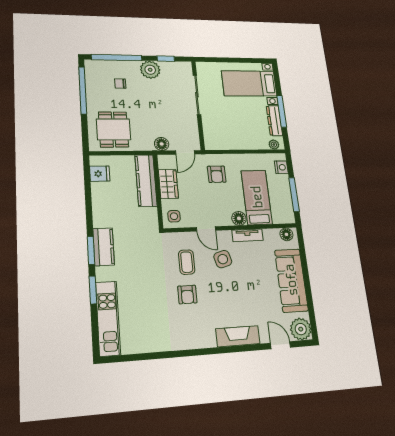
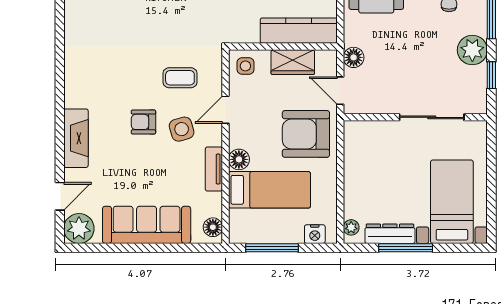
armchair: (217, 174) -> (306, 134), width x1.88, depth x1.88
armchair: (187, 295) -> (143, 122), moved

